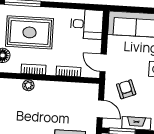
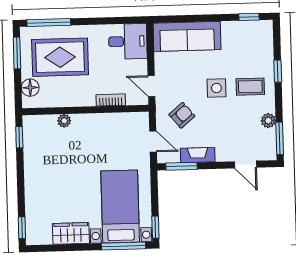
bookcase: (33, 69) -> (69, 101), removed
armchair: (126, 89) -> (182, 115), turned 71

